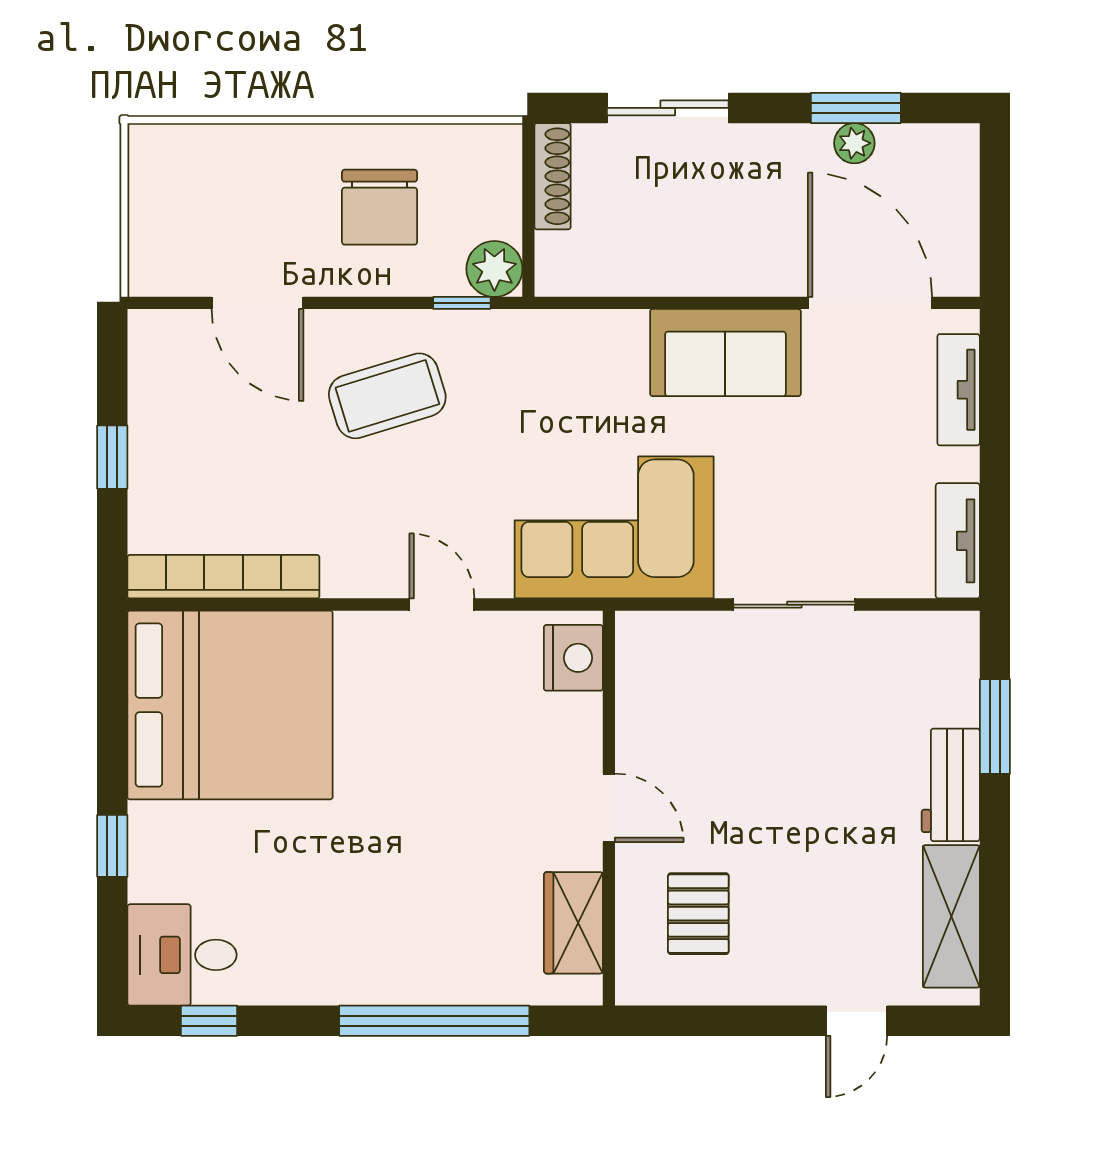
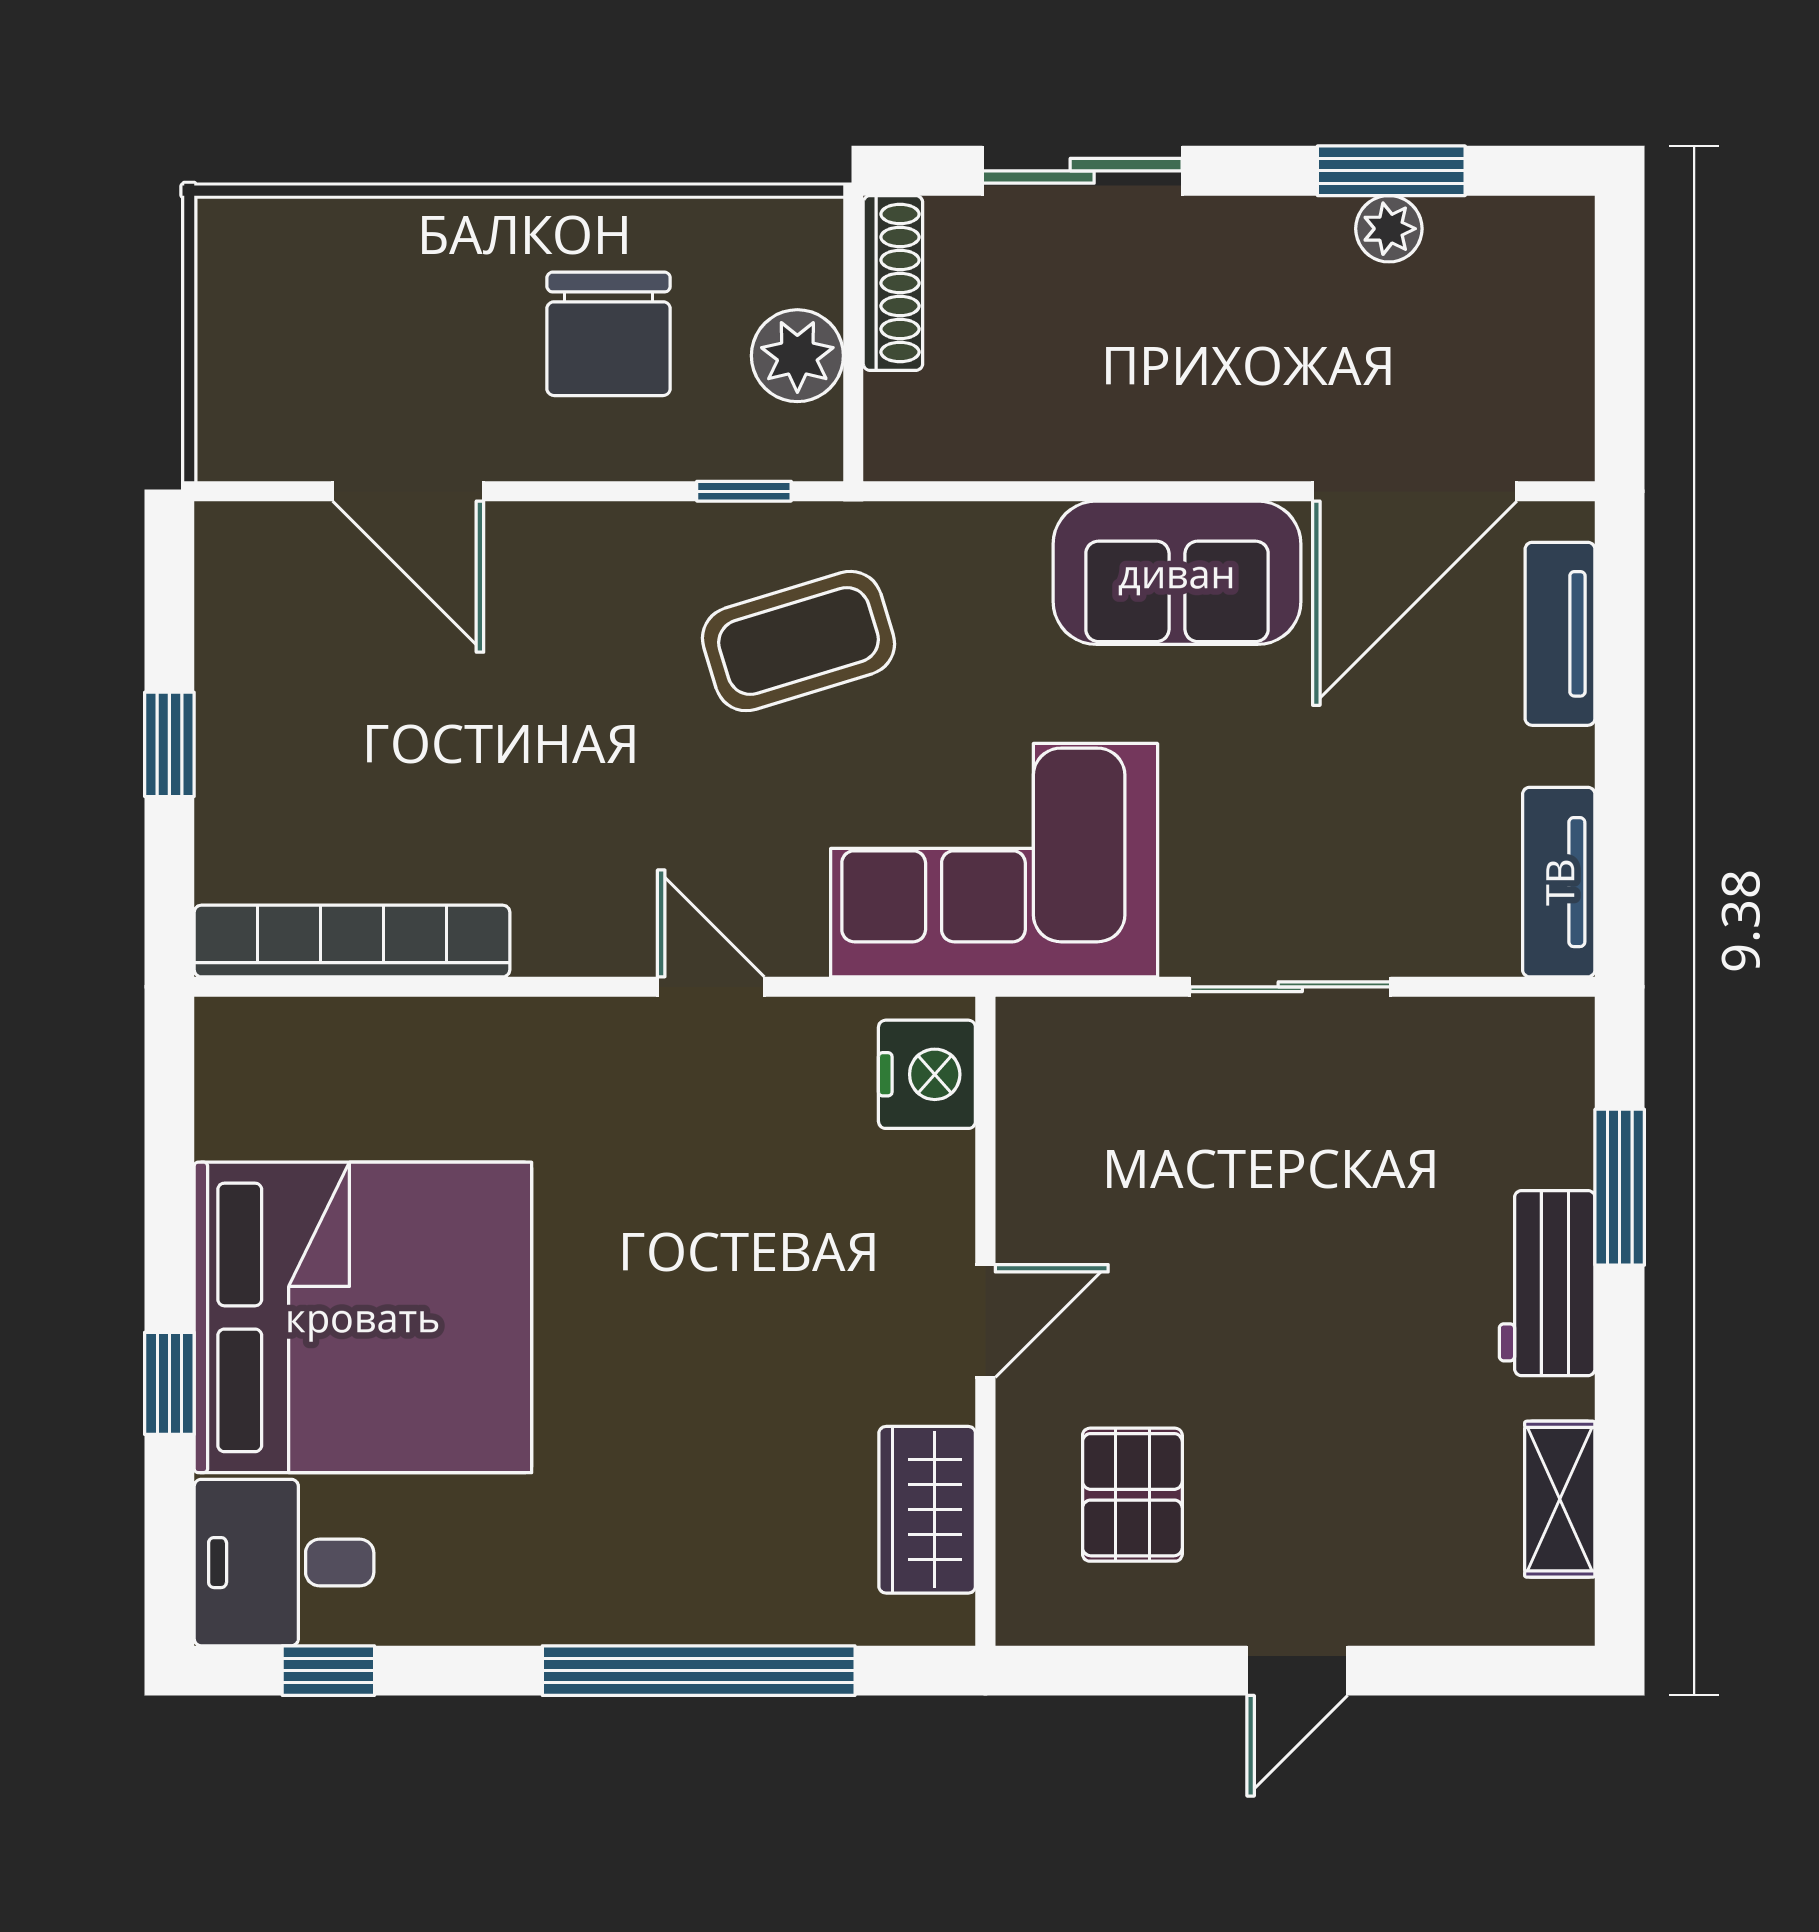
plant: (494, 269) -> (797, 356), moved
door: (870, 303) -> (1415, 491), swing flipped
coffee table: (387, 396) -> (799, 641), moved
bed: (230, 705) -> (363, 1317), moved
door: (609, 808) -> (985, 1321), hinge flipped
shelving: (951, 916) -> (1560, 1499), width x0.67, depth x0.75
door: (857, 1021) -> (1297, 1671), moved

